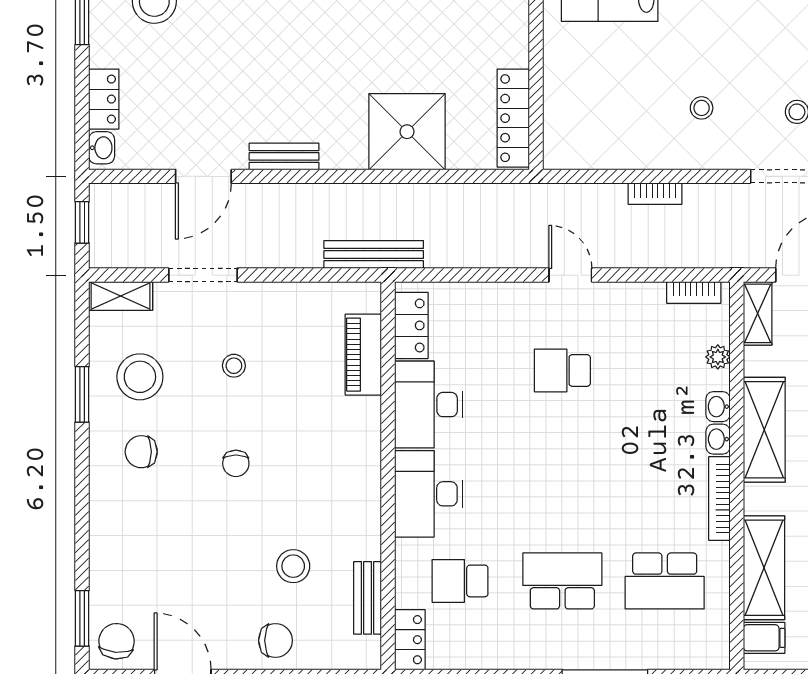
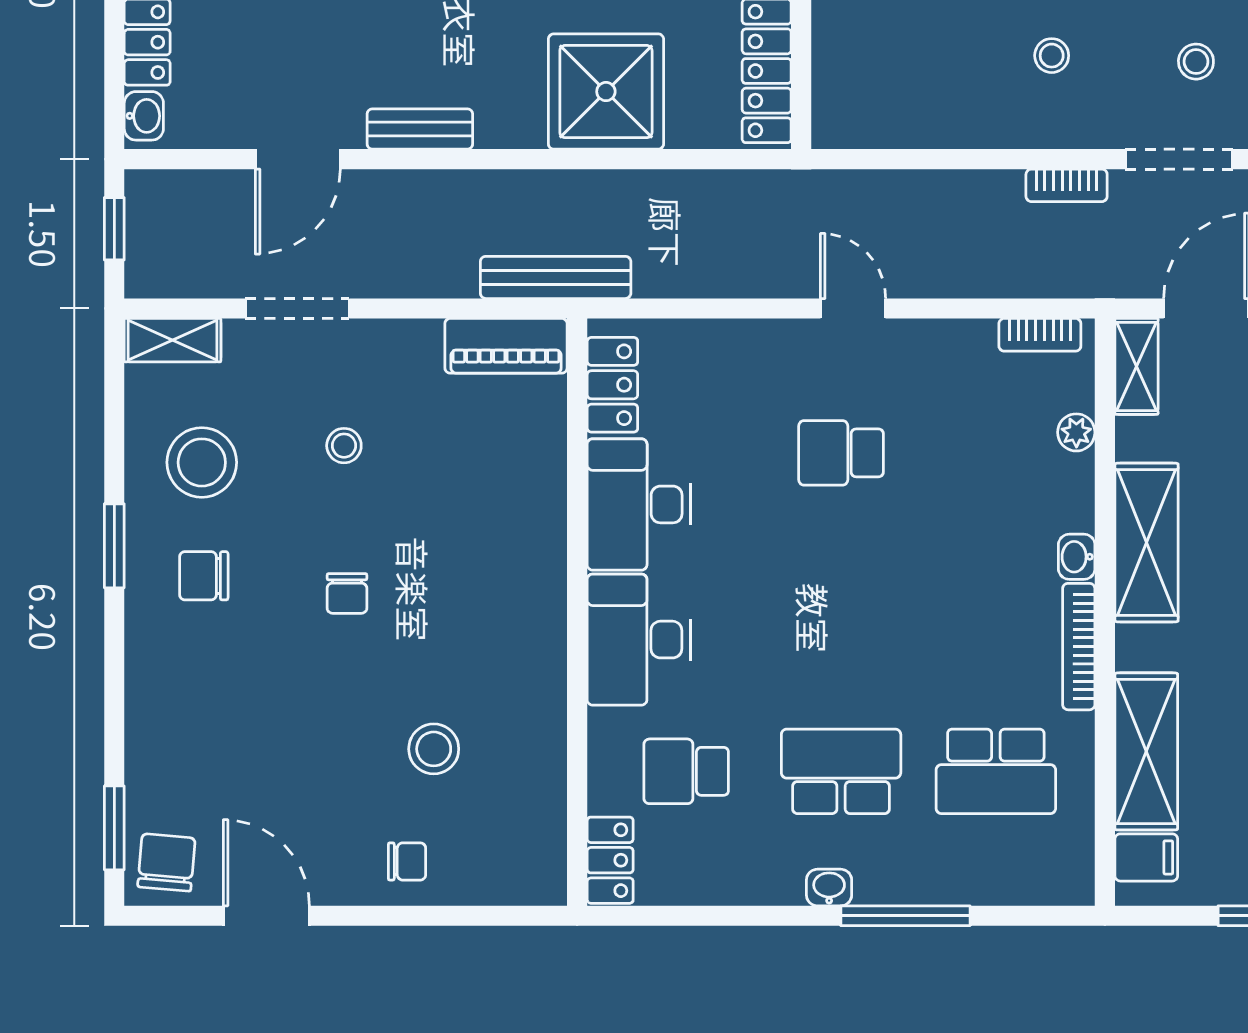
bookcase: (655, 194) -> (1067, 185), moved
piano: (363, 355) -> (506, 346), moved, turned -90
window: (82, 394) -> (114, 546), moved
washbasin: (718, 407) -> (829, 888), moved, turned 90
bench: (368, 598) -> (546, 797), removed
chair: (275, 640) -> (407, 861), width x0.73, depth x0.73

